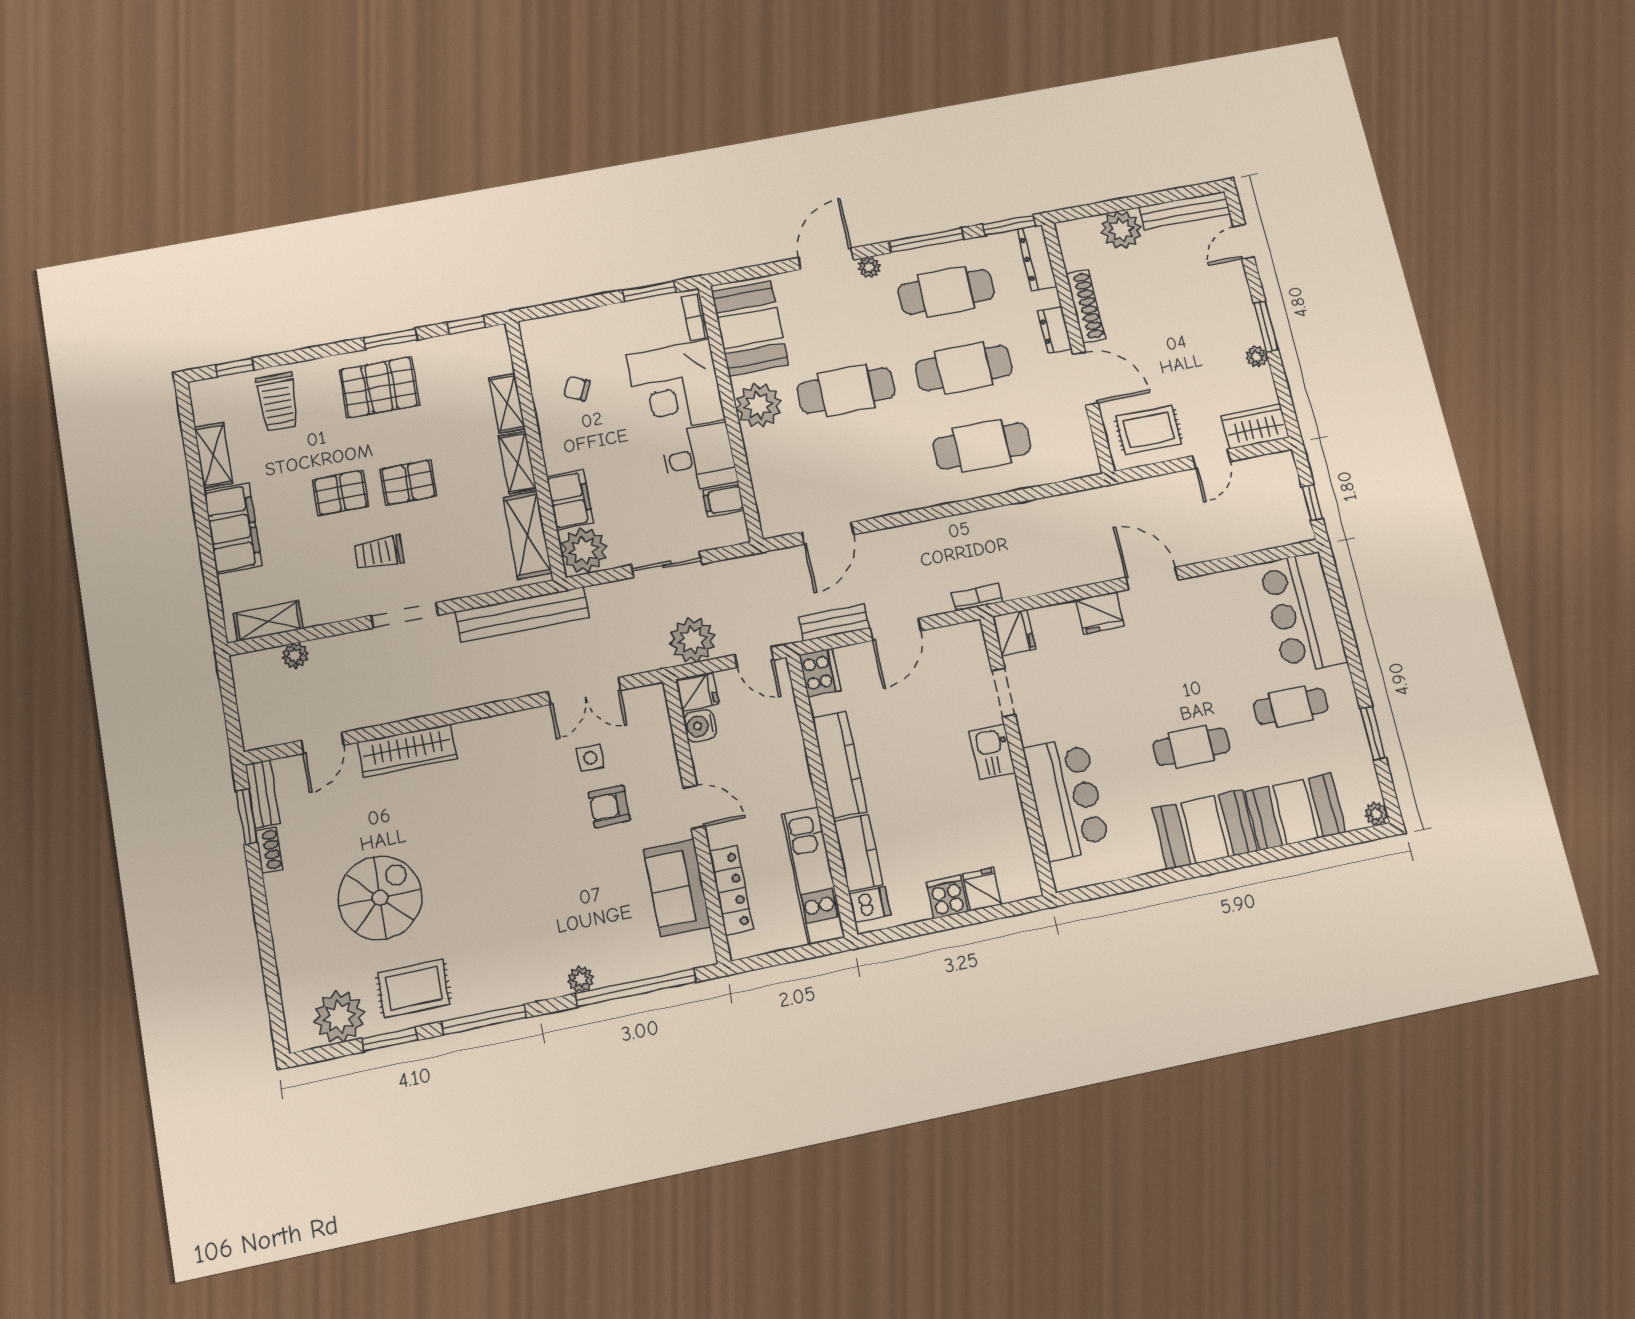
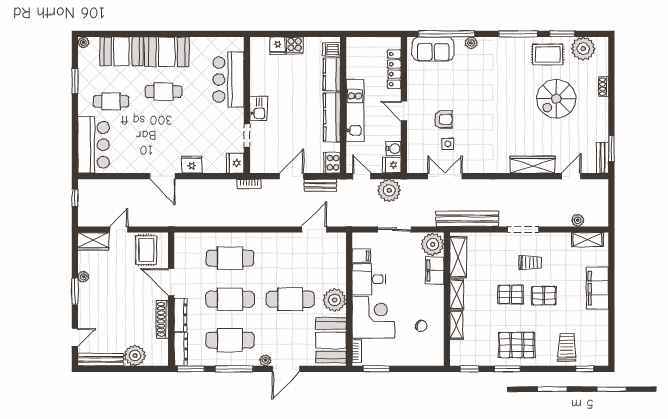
dresser: (1055, 330) -> (181, 315), width x1.44
rug: (1149, 430) -> (146, 250), turned 90
shelving: (213, 456) -> (601, 326), removed
shoe rack: (269, 850) -> (604, 87), moved
kitchen unit: (813, 875) -> (355, 110), moved
sofa: (677, 888) -> (433, 49), moved, turned 90

